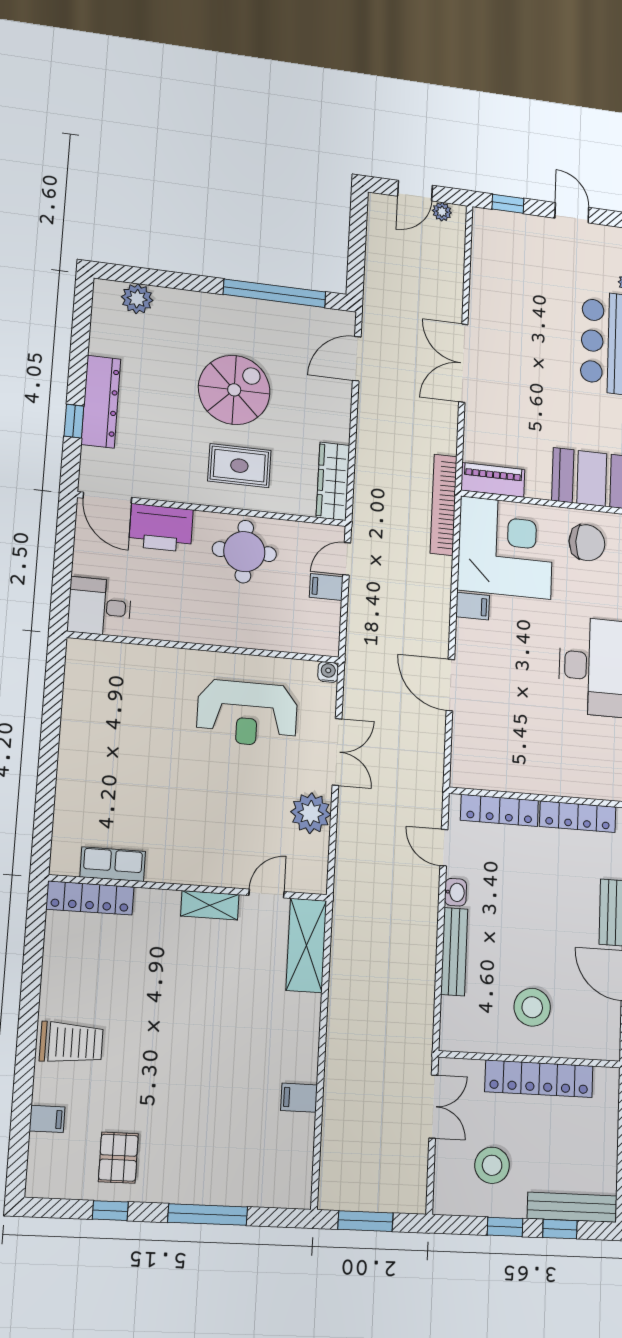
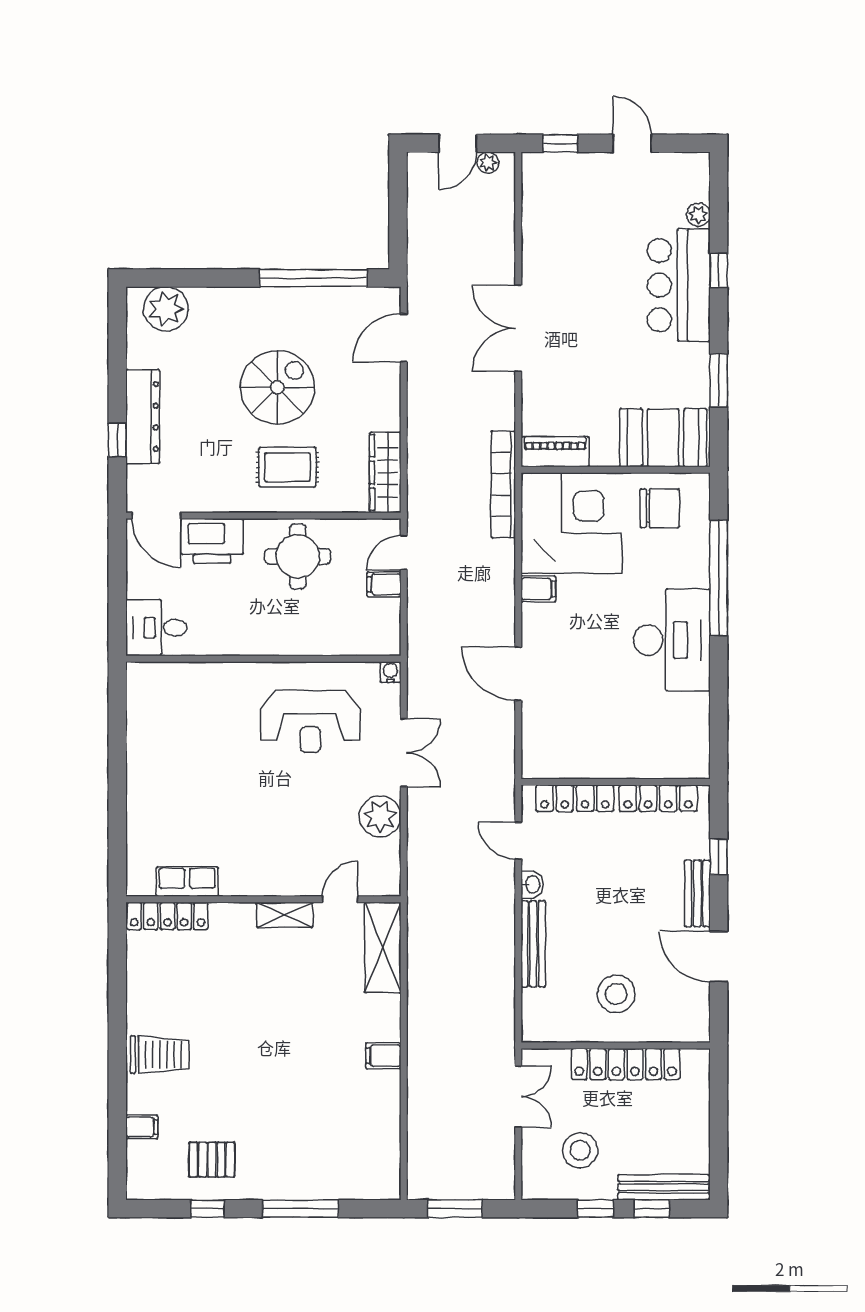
plant: (137, 299) -> (166, 309), width x1.36, depth x1.36
filing cabinet: (299, 1098) -> (383, 1056), moved
pallet: (118, 1158) -> (212, 1160), turned 90

